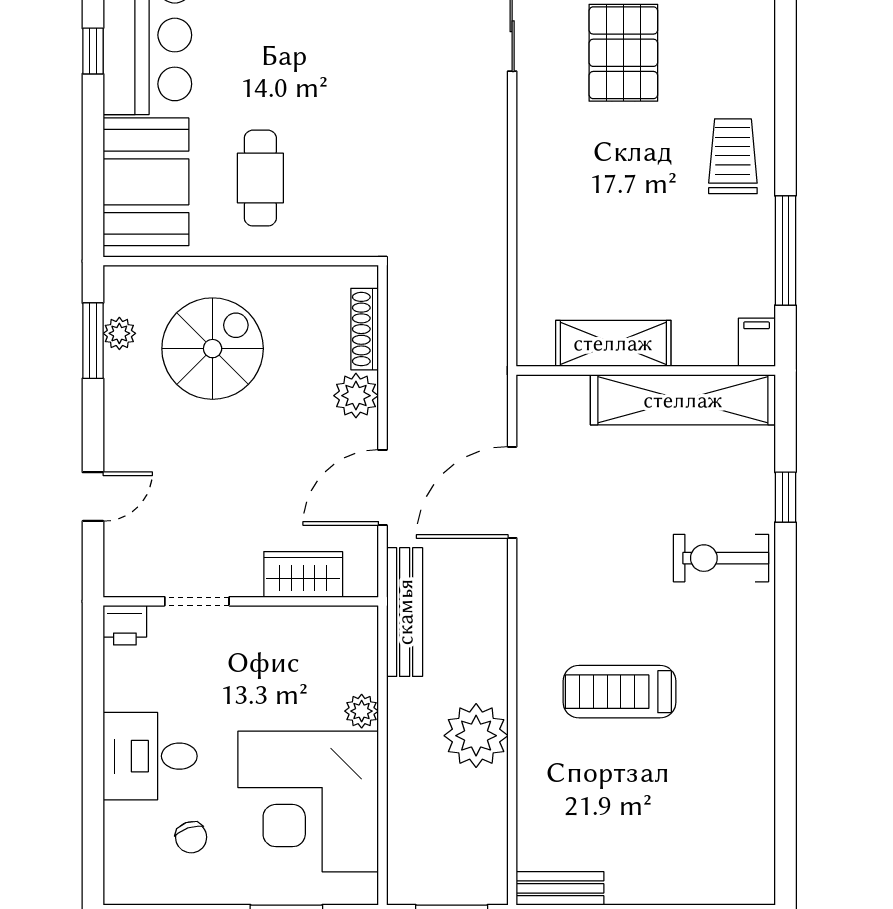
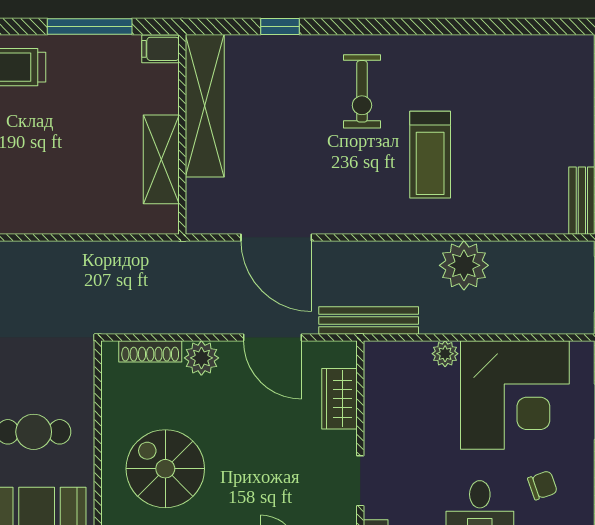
exercise bike: (721, 558) -> (362, 91), moved

